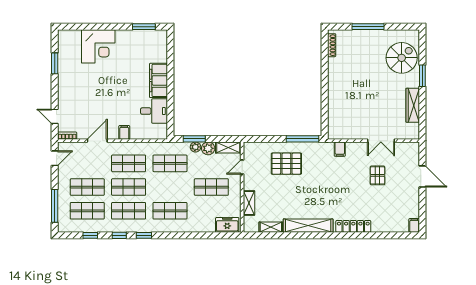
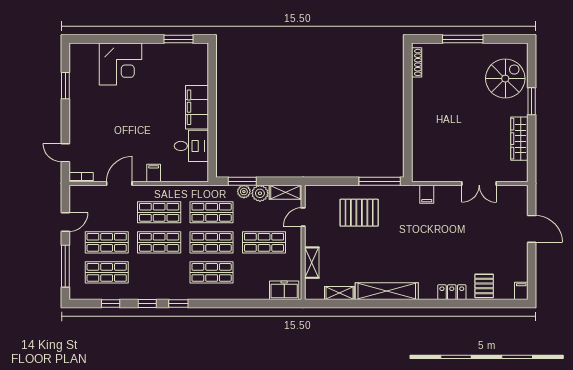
door: (55, 158) -> (65, 222), moved
pallet: (377, 175) -> (484, 286), moved
shop shelf: (129, 211) -> (212, 242), moved
locker: (353, 226) -> (452, 292), width x0.66

